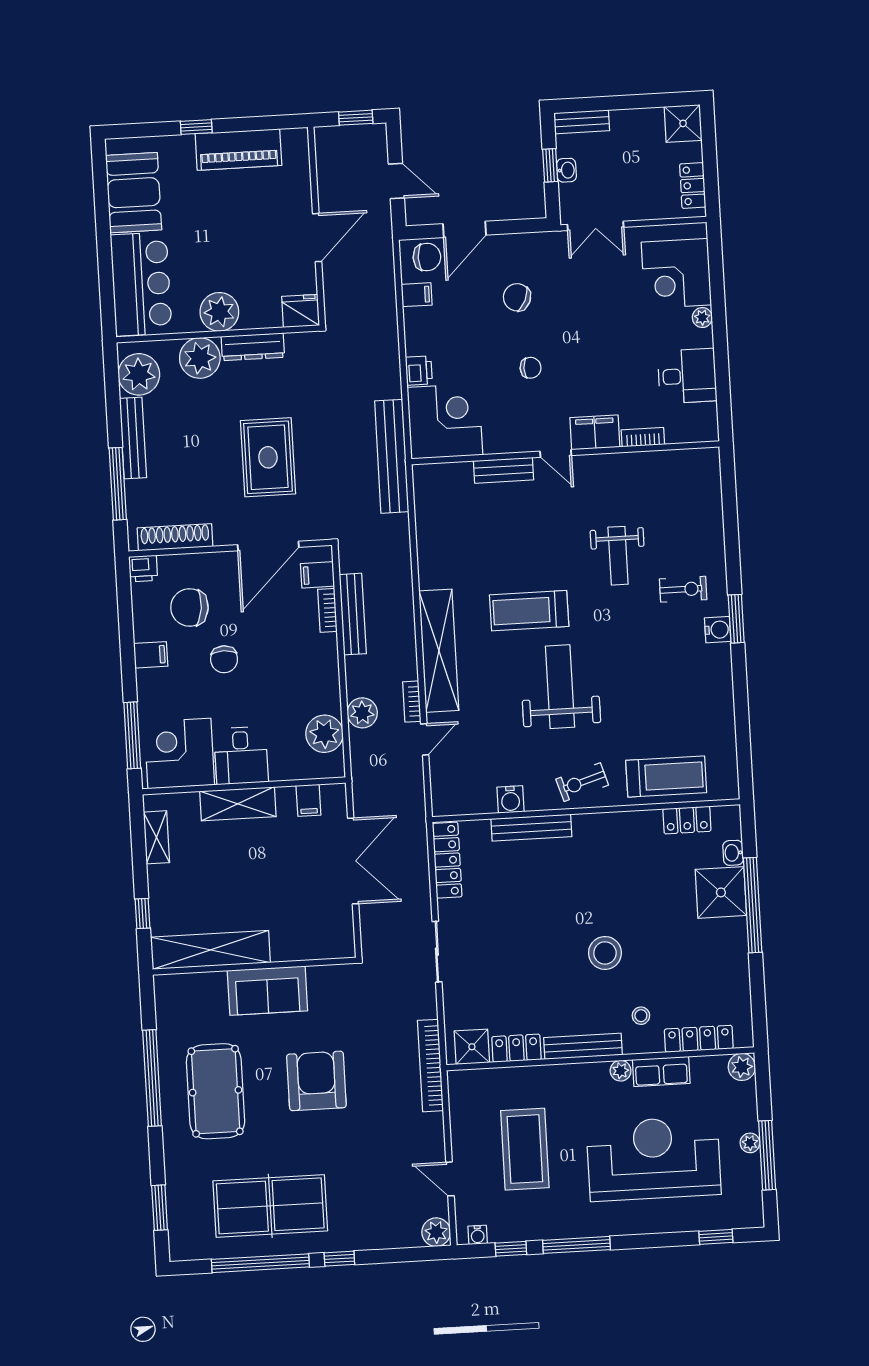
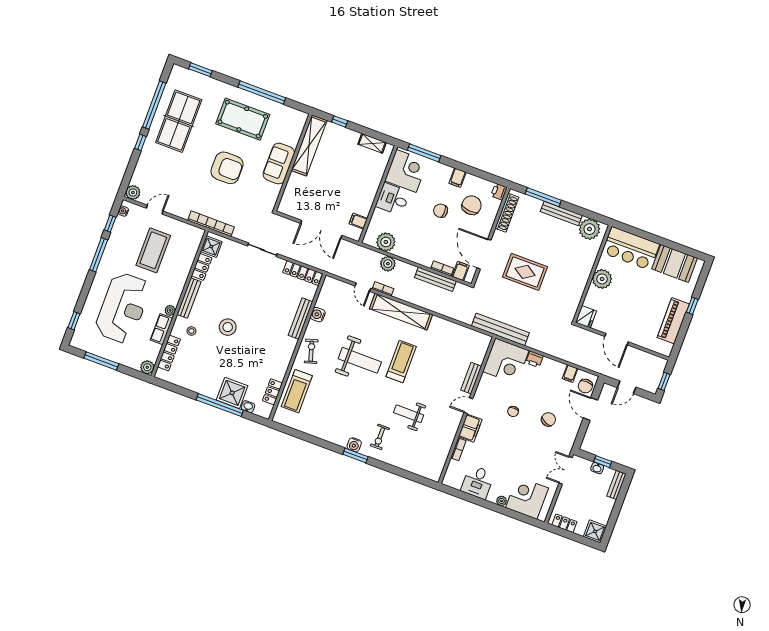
dresser: (253, 347) -> (579, 287), removed
plant: (200, 358) -> (585, 261), removed
shelving: (238, 804) -> (371, 188), removed
plant: (750, 1143) -> (110, 356), removed
coffee table: (525, 1149) -> (153, 250), turned 90

